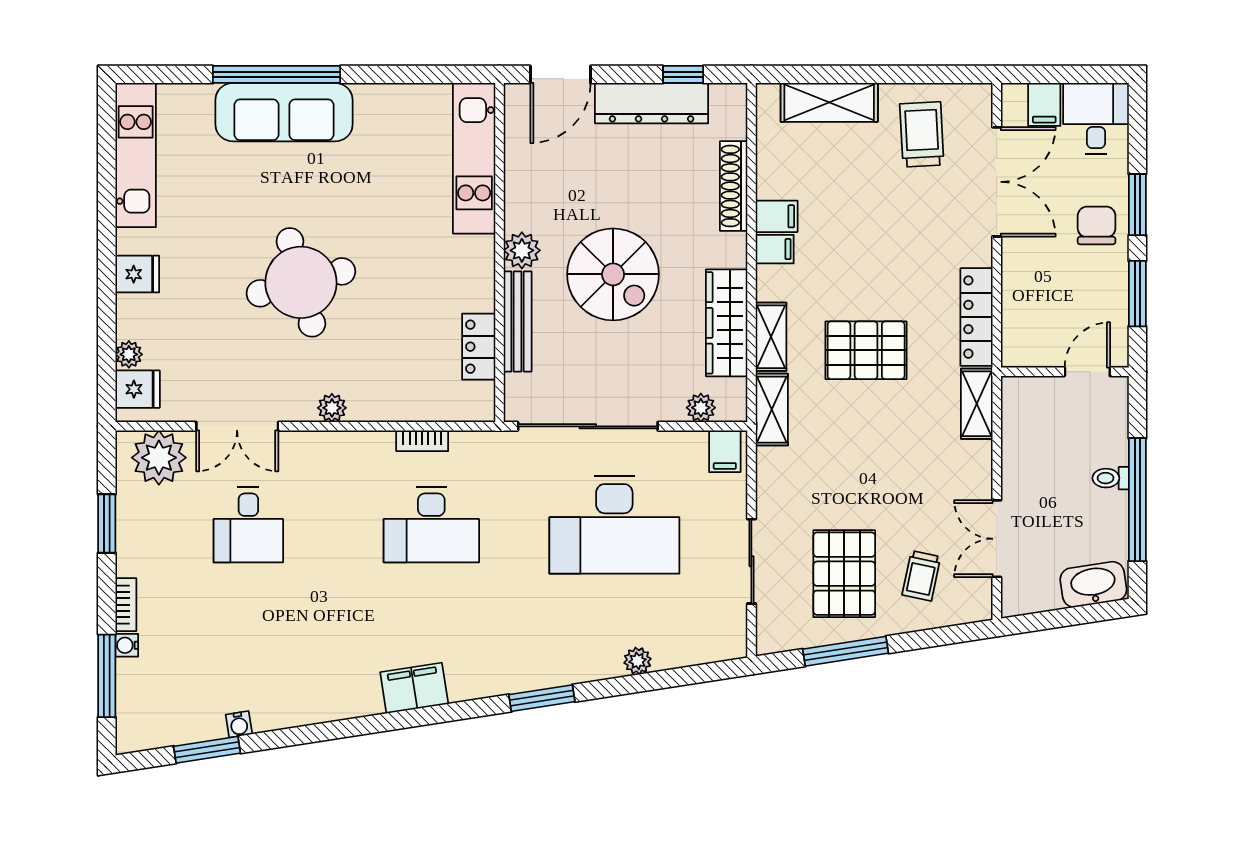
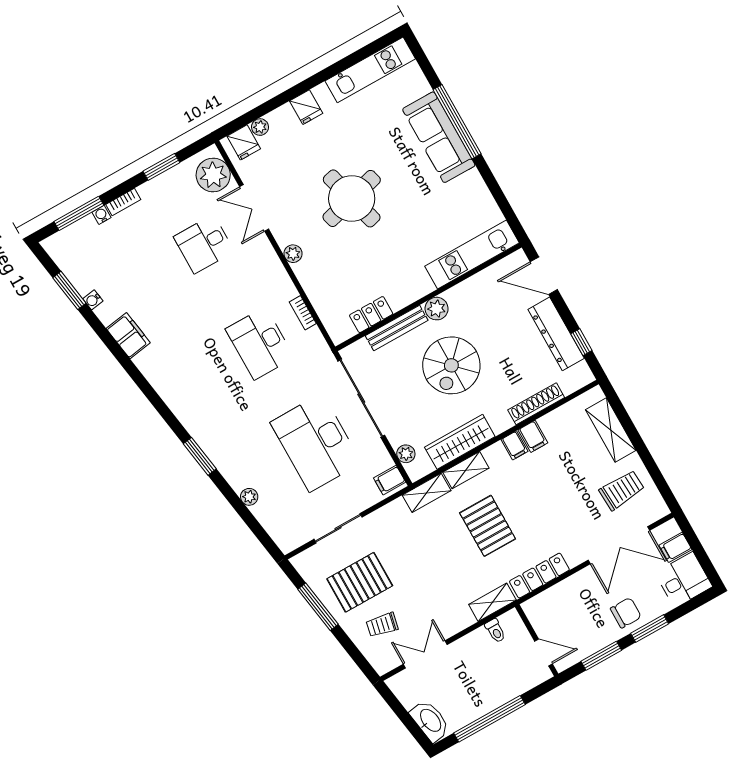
toilet: (1111, 478) -> (495, 631), moved, turned 180
filing cabinet: (414, 688) -> (128, 336), moved

